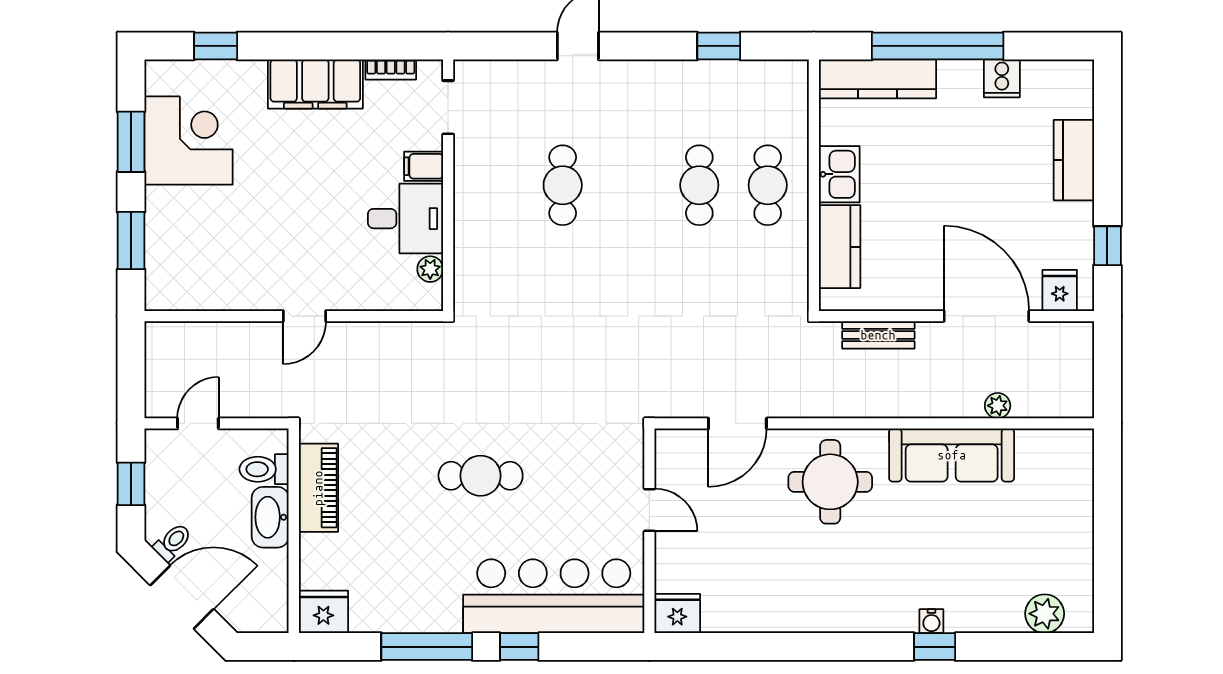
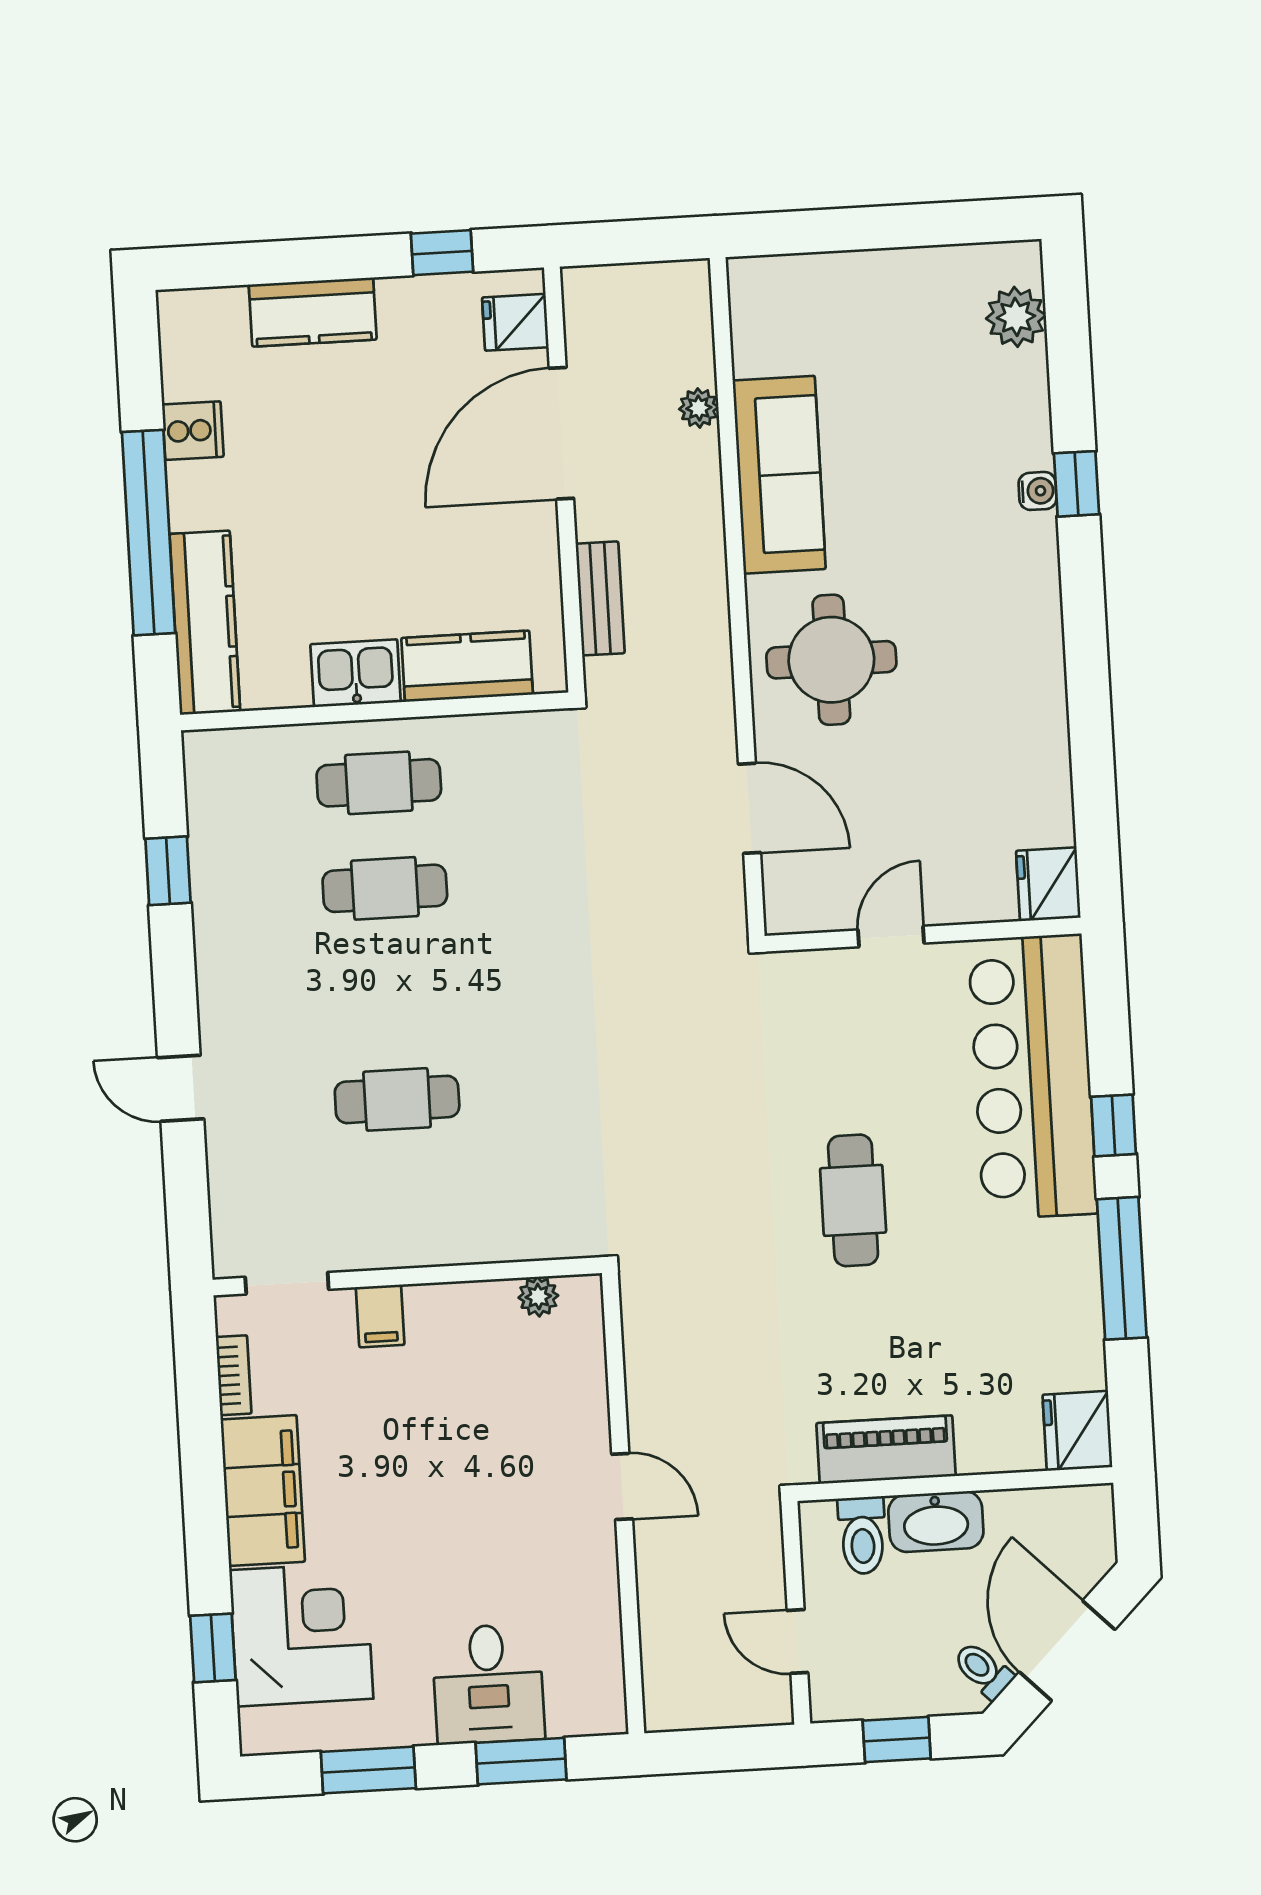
corner desk: (189, 141) -> (301, 1634), moved, turned 90
desk: (405, 219) -> (488, 1684), moved, turned 180

